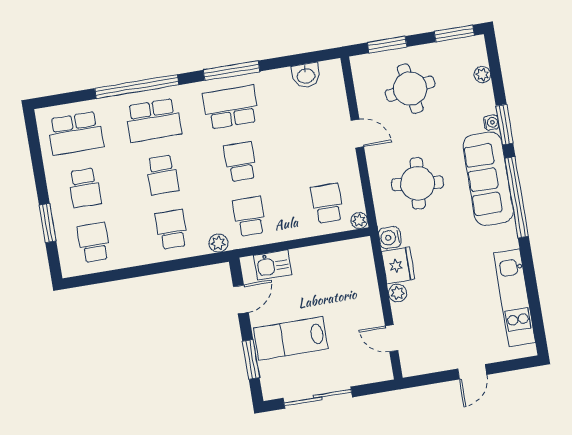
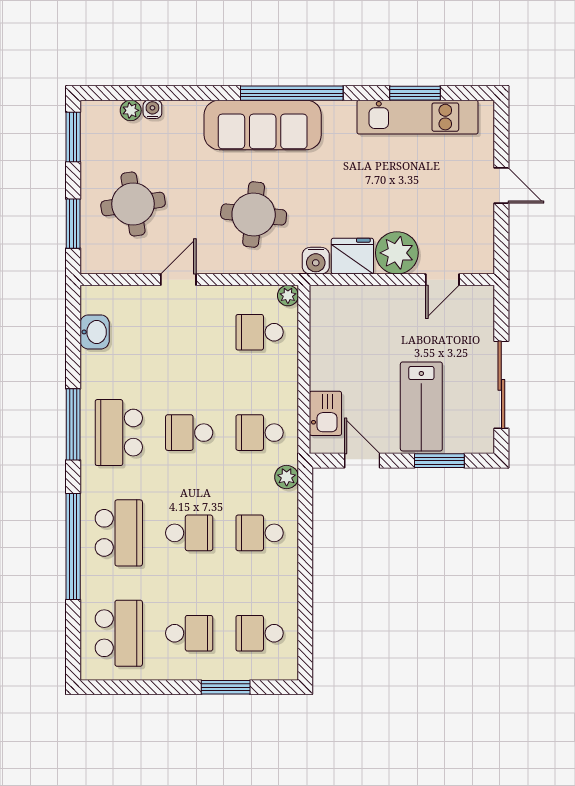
water cooler: (491, 123) -> (152, 109), moved
window: (504, 125) -> (415, 93), moved
plant: (398, 293) -> (397, 253), width x1.88, depth x1.88

